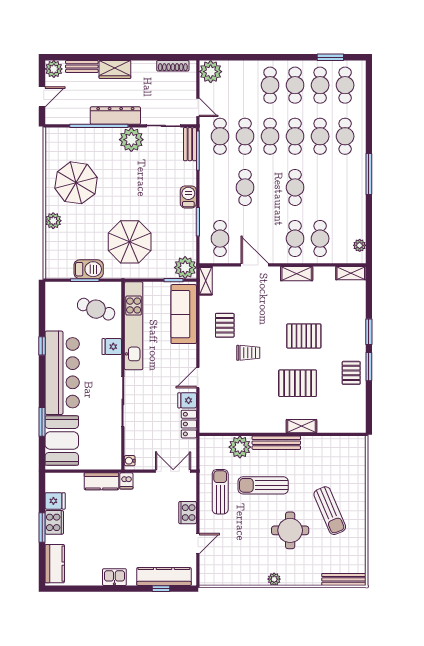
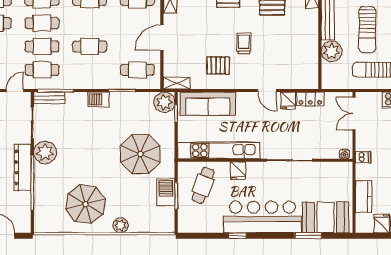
kitchen counter: (102, 481) -> (364, 197), moved

